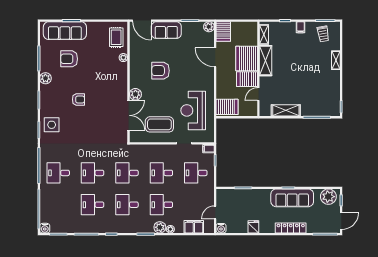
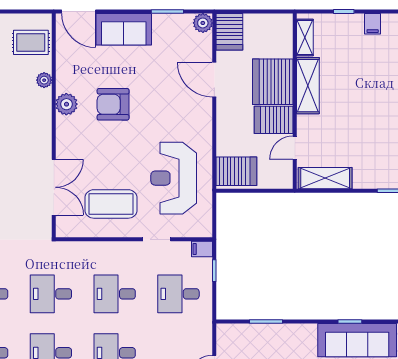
rug: (116, 37) -> (31, 42), turned 90
plant: (135, 94) -> (66, 104), moved
shelving: (286, 110) -> (325, 178), moved

